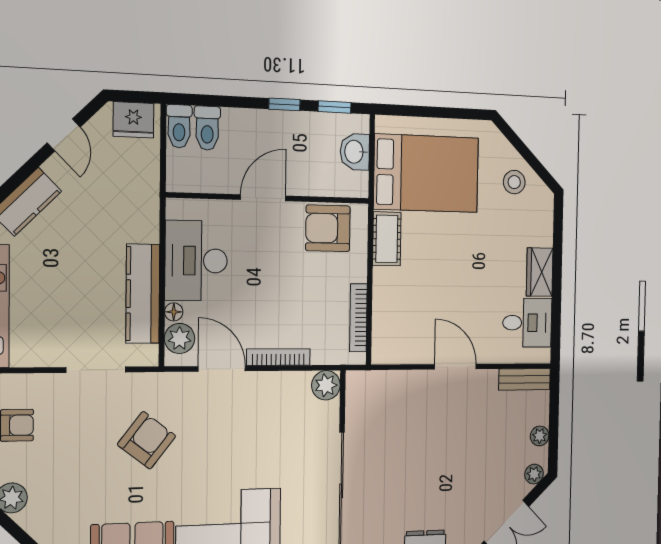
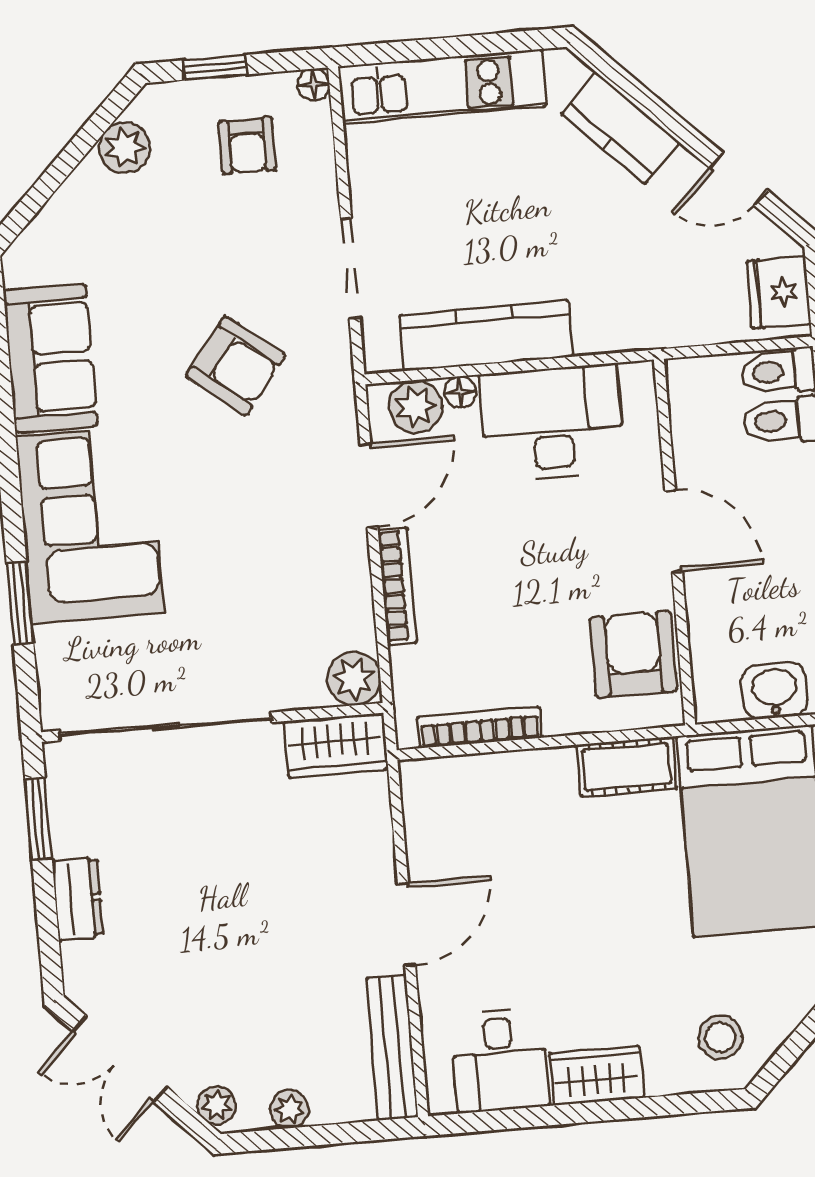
stool: (514, 182) -> (720, 1037), moved
bench: (525, 379) -> (392, 1048), width x1.36
wardrobe: (360, 398) -> (335, 745), added

